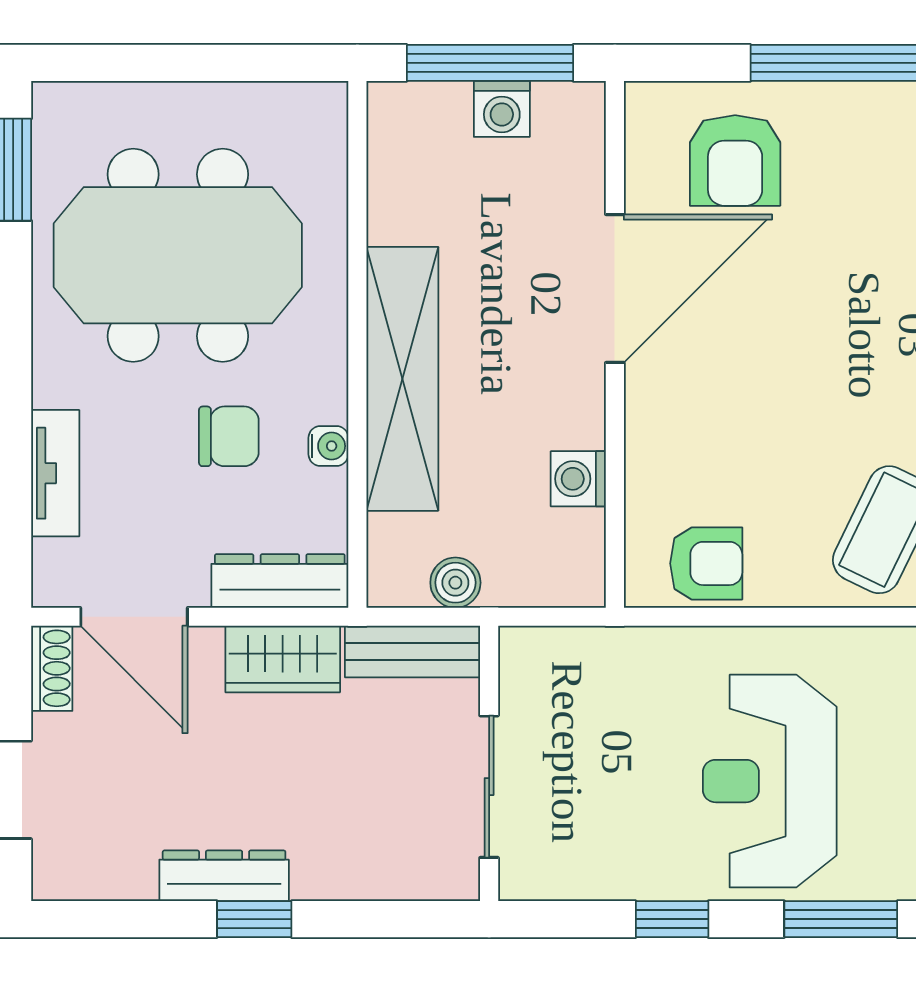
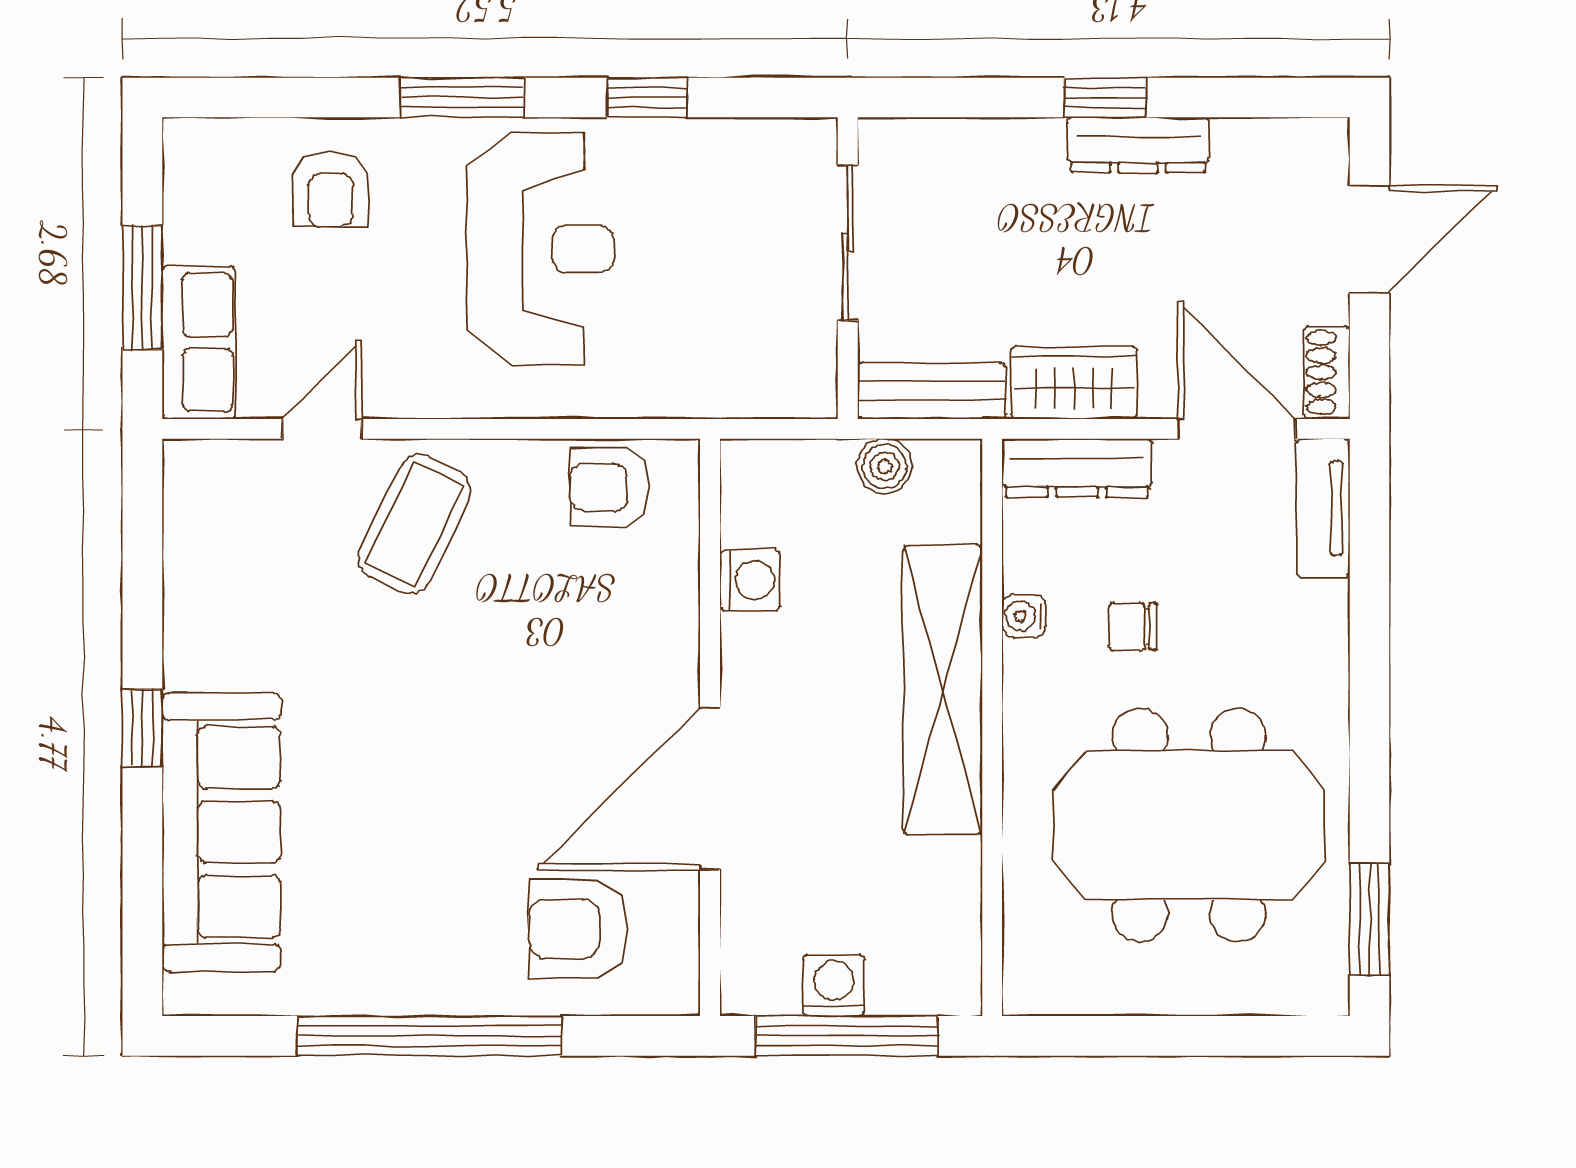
armchair: (735, 160) -> (578, 929), turned -90
chair: (229, 436) -> (1133, 627), width x0.73, depth x0.73
tv unit: (55, 473) -> (1323, 508), moved

